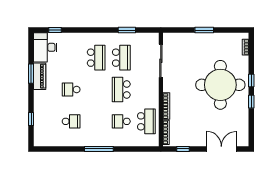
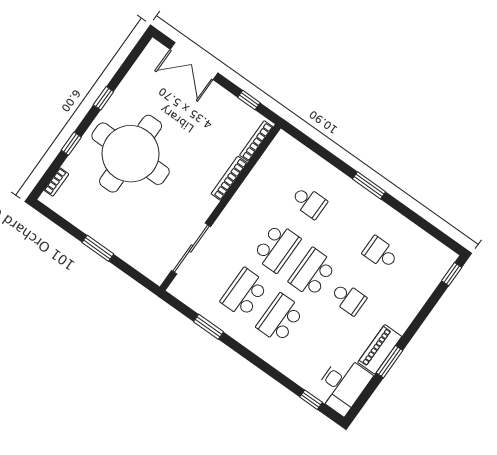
window: (251, 80) -> (71, 144), moved
window: (31, 119) -> (452, 274), moved
school desk: (146, 121) -> (312, 273), moved
window: (99, 149) -> (369, 185), width x0.69

